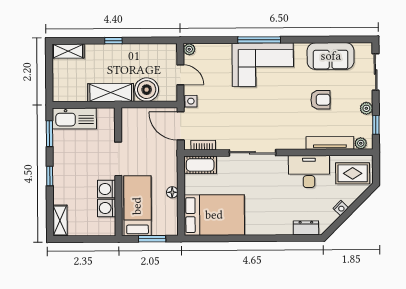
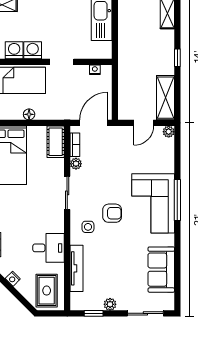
boiler: (147, 90) -> (129, 90), removed
shelving: (111, 93) -> (165, 98), moved
armchair: (320, 100) -> (112, 213), moved, turned -90
side table: (191, 101) -> (88, 227), moved
nightstand: (126, 125) -> (95, 70), added
plant: (361, 143) -> (76, 164), moved
sliding door: (252, 153) -> (67, 193), width x0.73
doorway: (118, 159) -> (62, 62), width x0.73
desk: (309, 172) -> (49, 248), width x0.73

